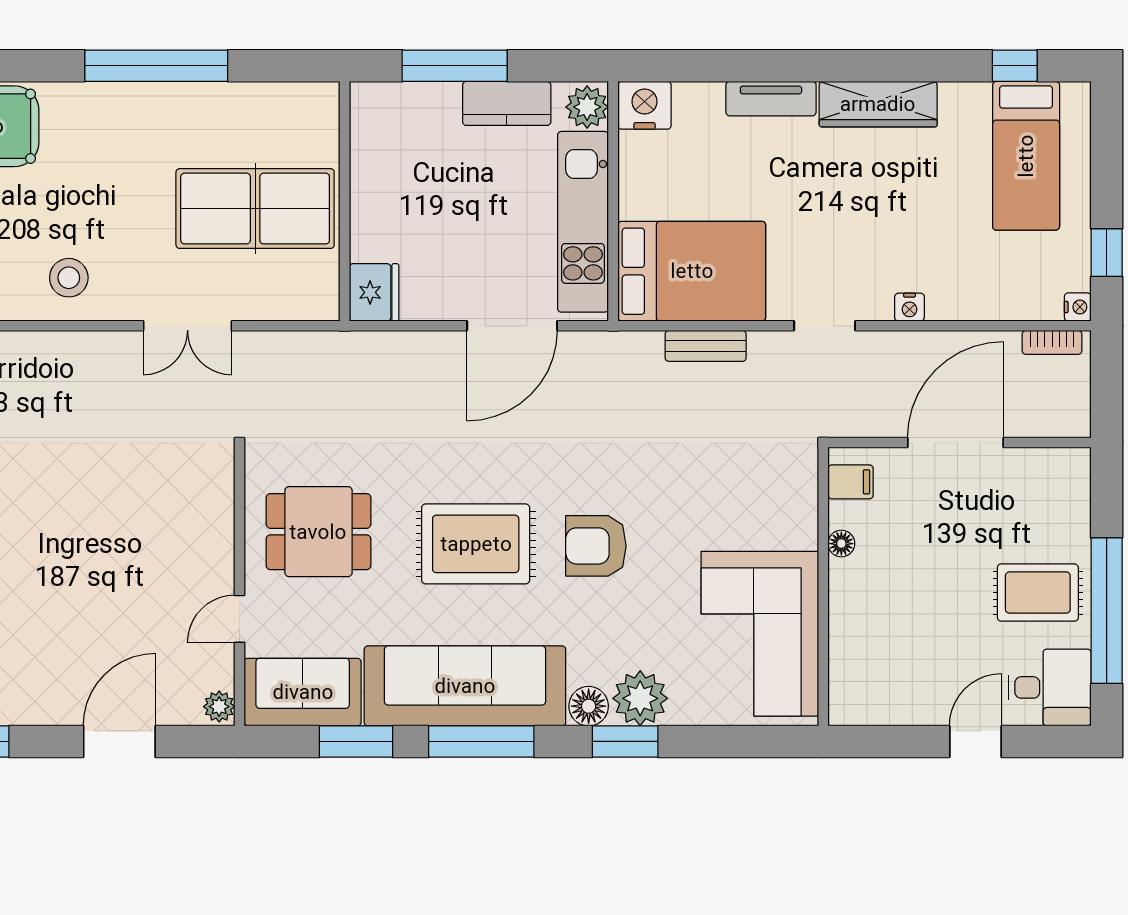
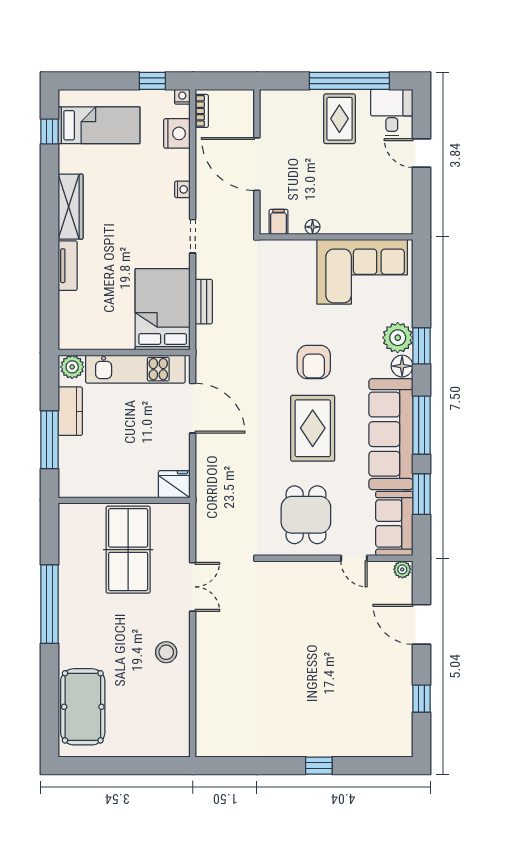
nightstand: (644, 105) -> (177, 133), moved, turned 180

